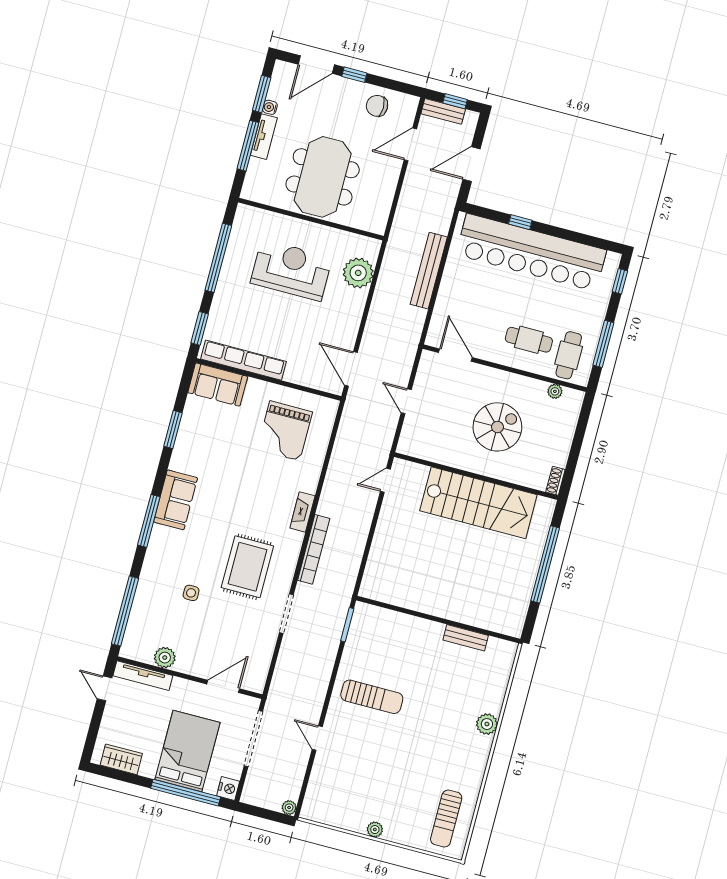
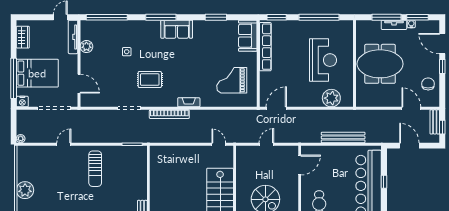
rug: (247, 567) -> (150, 80), width x0.73, depth x0.70
plant: (375, 830) -> (25, 190), width x1.88, depth x1.88

